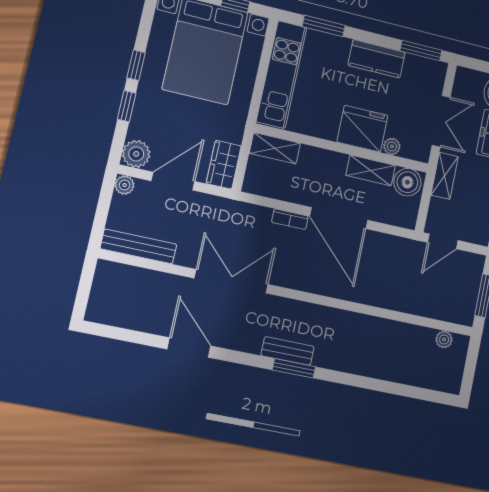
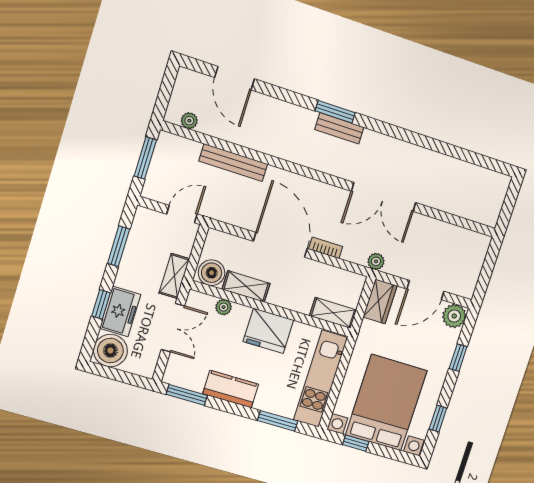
window: (136, 65) -> (438, 419), moved
double door: (441, 121) -> (173, 328), swing flipped
fridge: (362, 129) -> (268, 331), moved
plant: (125, 185) -> (376, 261), moved
bench: (138, 246) -> (233, 163), moved
door: (189, 348) -> (235, 78), moved

